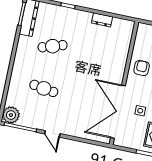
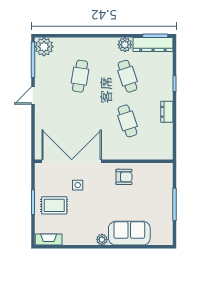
dresser: (102, 20) -> (167, 112), moved
plant: (24, 43) -> (125, 45), added
cafe table: (92, 54) -> (127, 121), added

